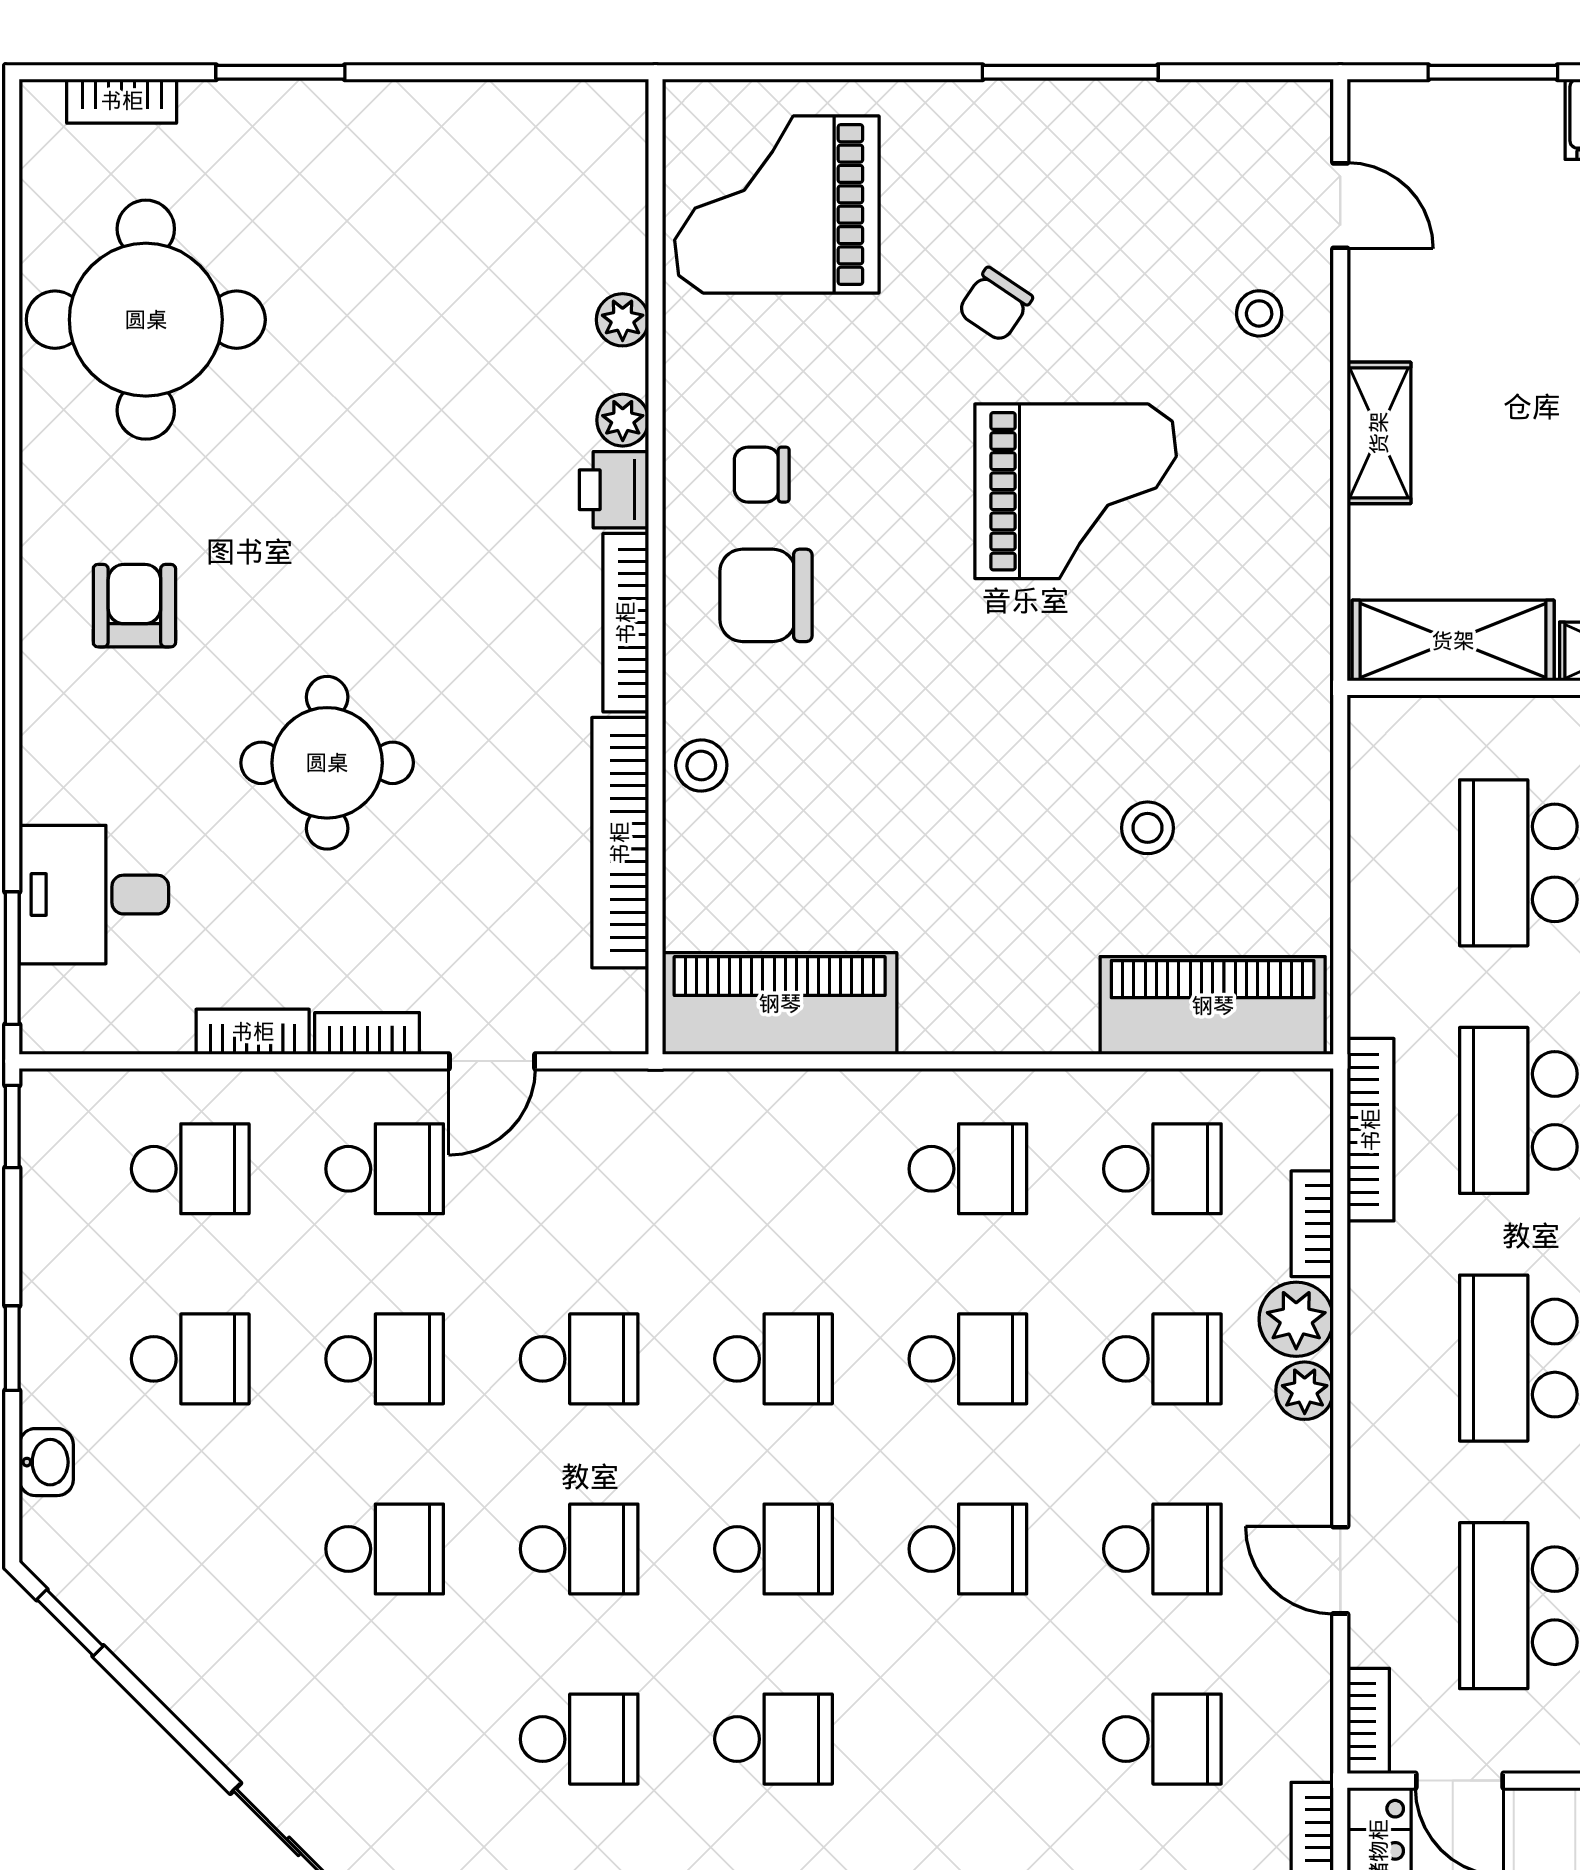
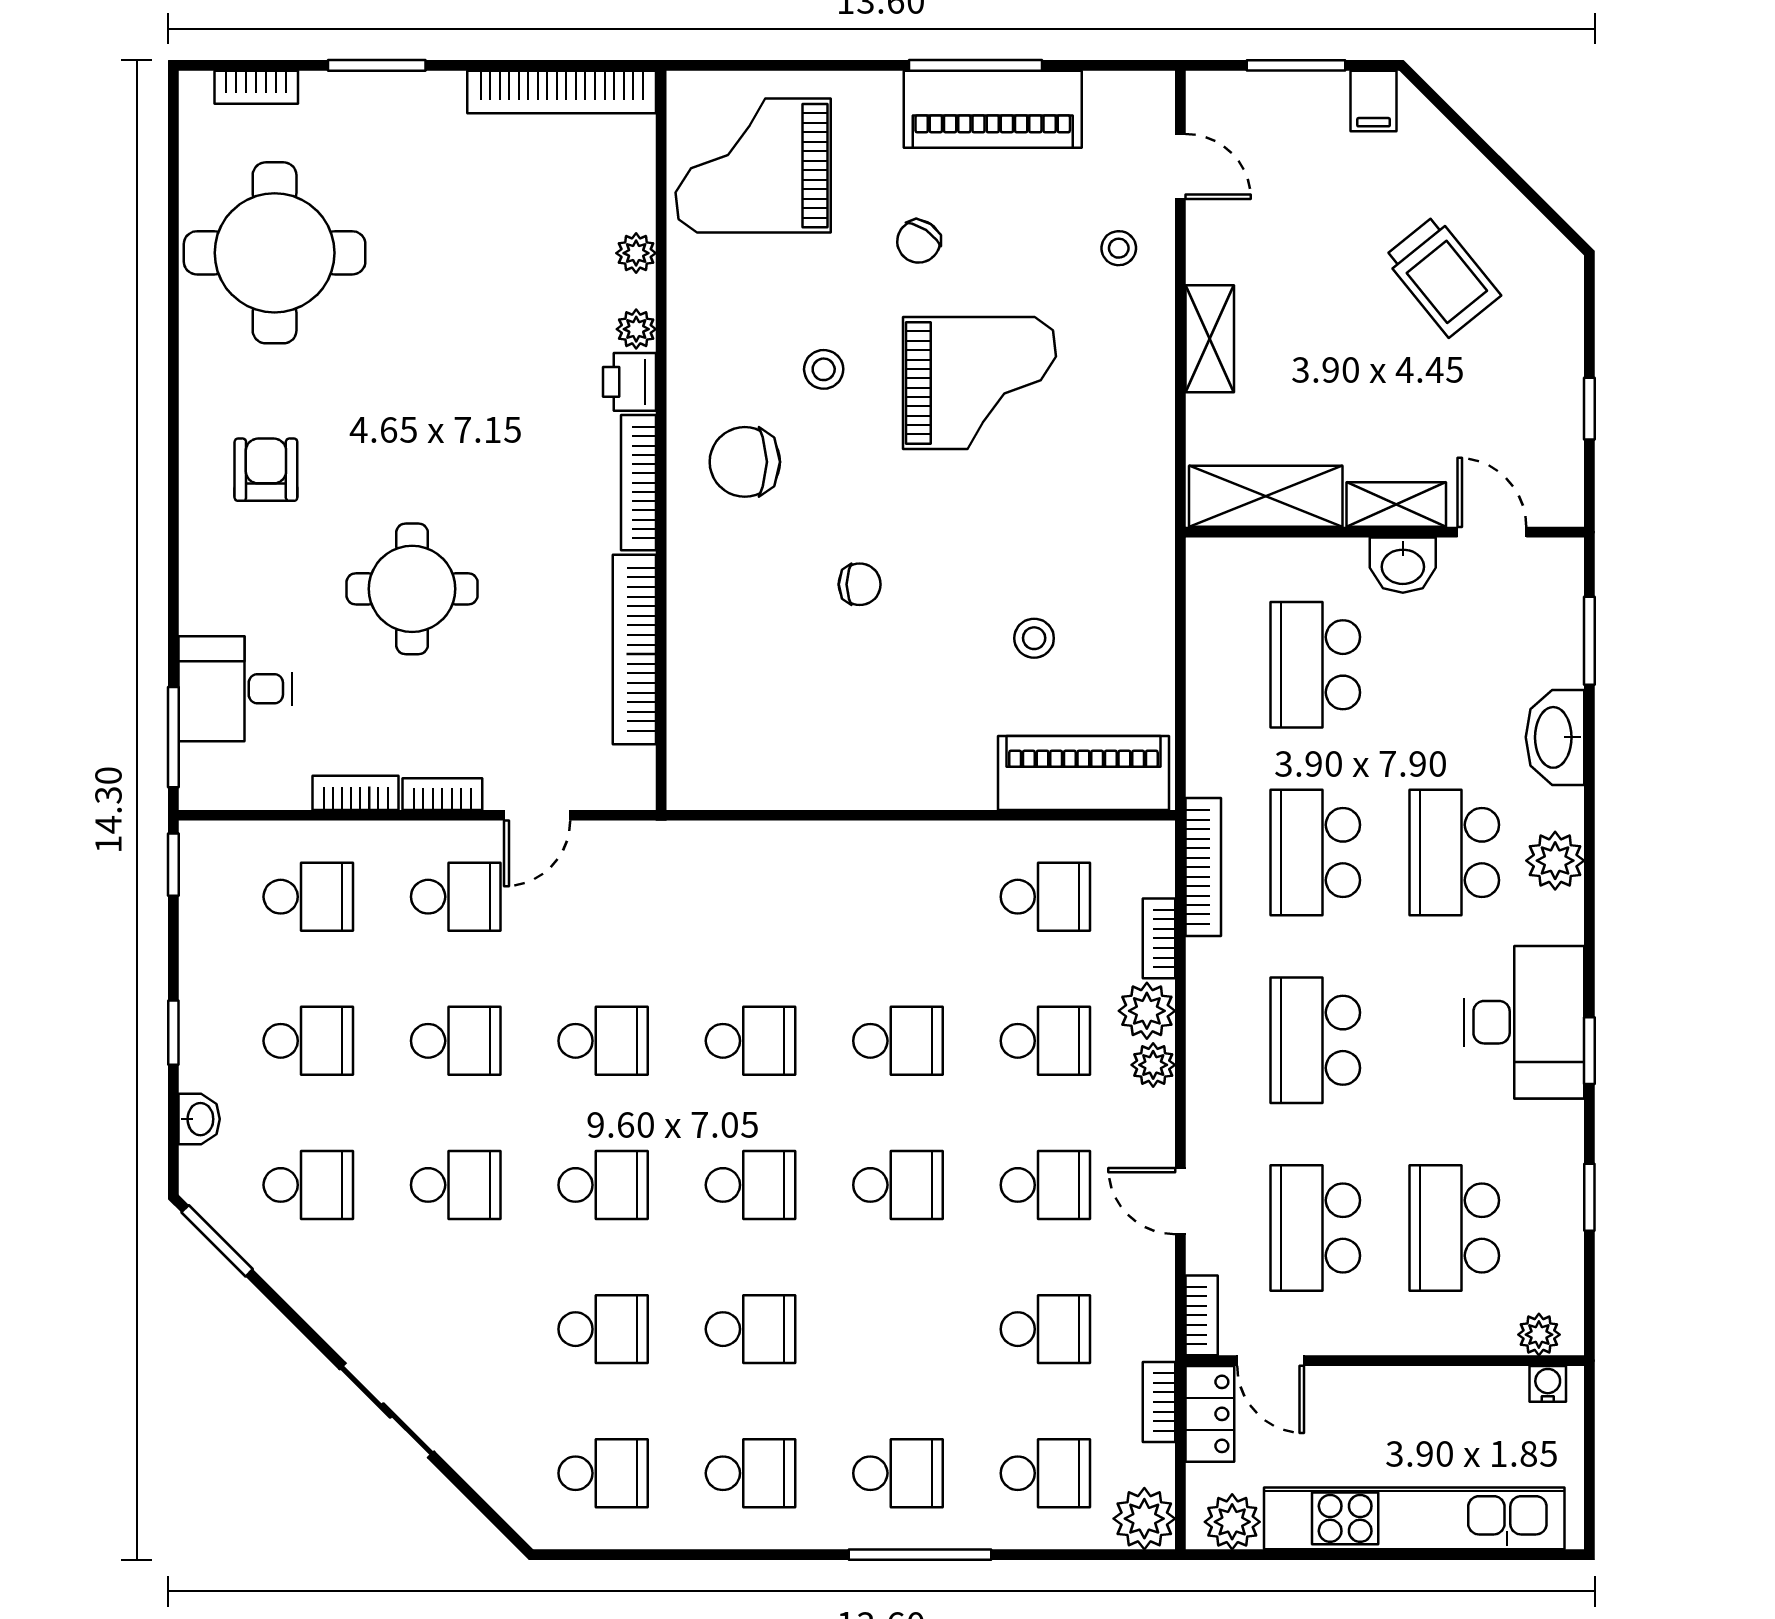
bookcase: (524, 107) -> (562, 92), added
chair: (762, 475) -> (860, 584), moved, turned 180
stool: (701, 766) -> (824, 369), moved
piano: (780, 1004) -> (993, 109), moved, turned 180
school desk: (968, 1169) -> (308, 1185), moved
window: (70, 1623) -> (217, 1241), width x1.50

